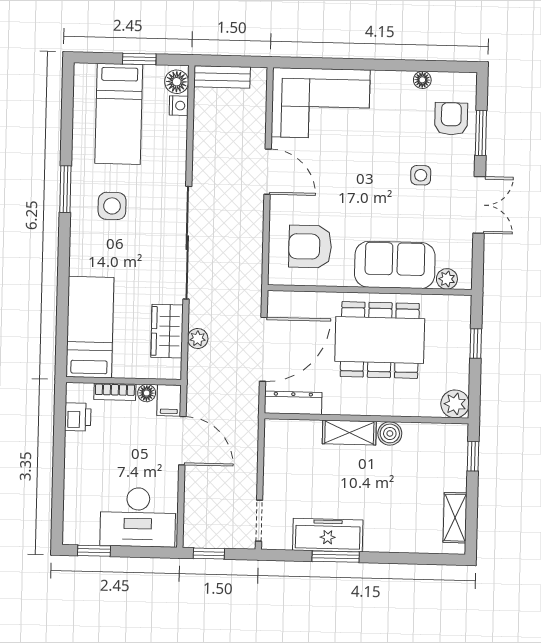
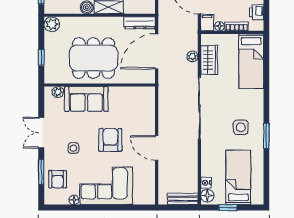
corner sofa: (321, 103) -> (106, 186), moved
armchair: (310, 247) -> (111, 140), moved, turned -90

